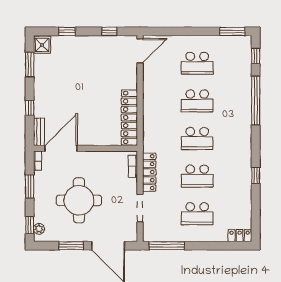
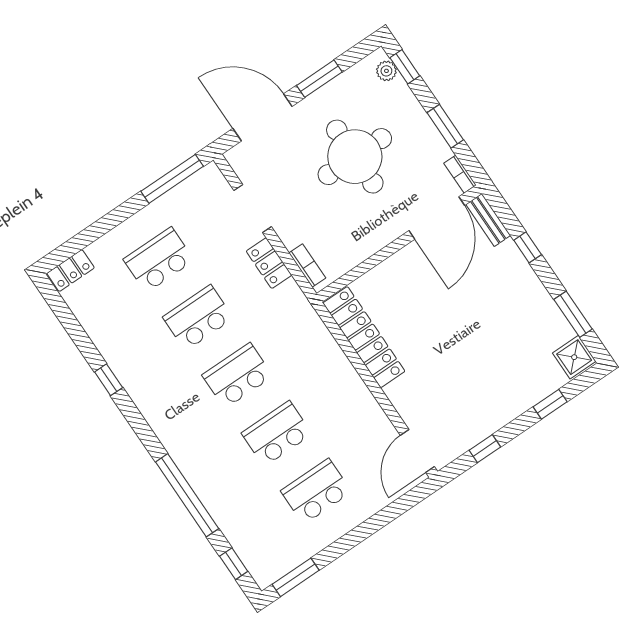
locker: (149, 172) -> (269, 263), width x0.66

